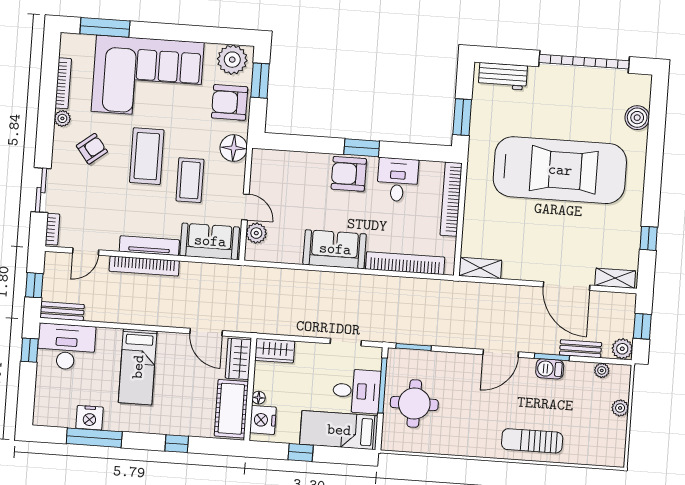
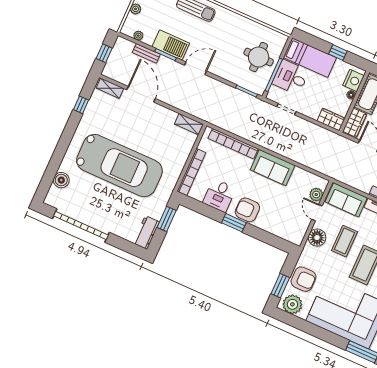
workbench: (503, 76) -> (146, 232), moved, turned -90
floor lamp: (234, 148) -> (317, 238), moved
car: (560, 170) -> (119, 166), turned 180
armchair: (349, 174) -> (247, 210), turned 180
plant: (622, 349) -> (121, 44), removed
barbecue: (550, 369) -> (171, 45), width x1.88, depth x1.53

